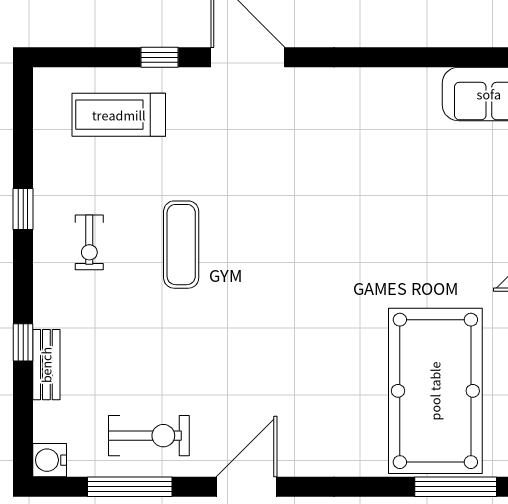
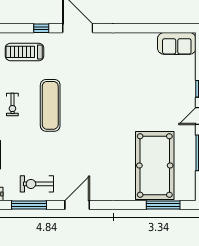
exercise mat: (181, 245) -> (50, 105), width x1.36, depth x1.45
exercise bike: (149, 436) -> (37, 184), turned 180

